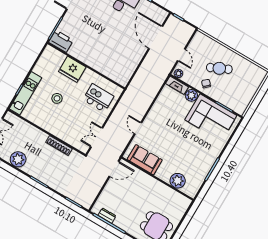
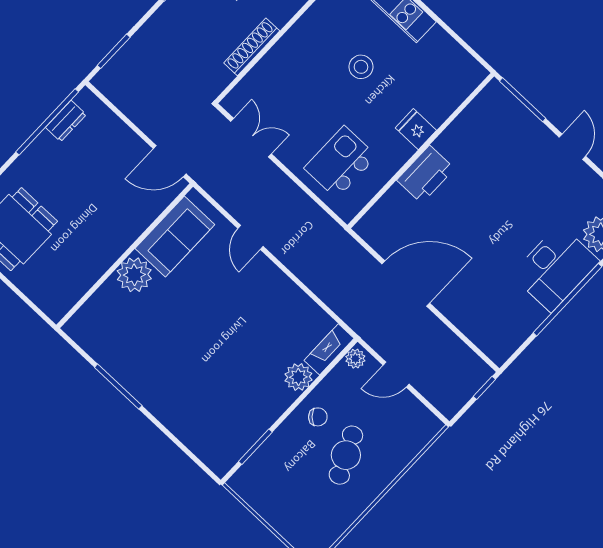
door: (156, 37) -> (406, 283), moved
printer: (61, 41) -> (426, 174), moved
fridge: (72, 69) -> (416, 129), width x0.53, depth x0.75
kitchen island: (98, 98) -> (340, 162), turned 180
corner sofa: (211, 118) -> (237, 410), removed
door: (138, 128) -> (251, 237), swing flipped
door: (114, 169) -> (170, 161), hinge flipped
plant: (178, 181) -> (134, 275), moved

